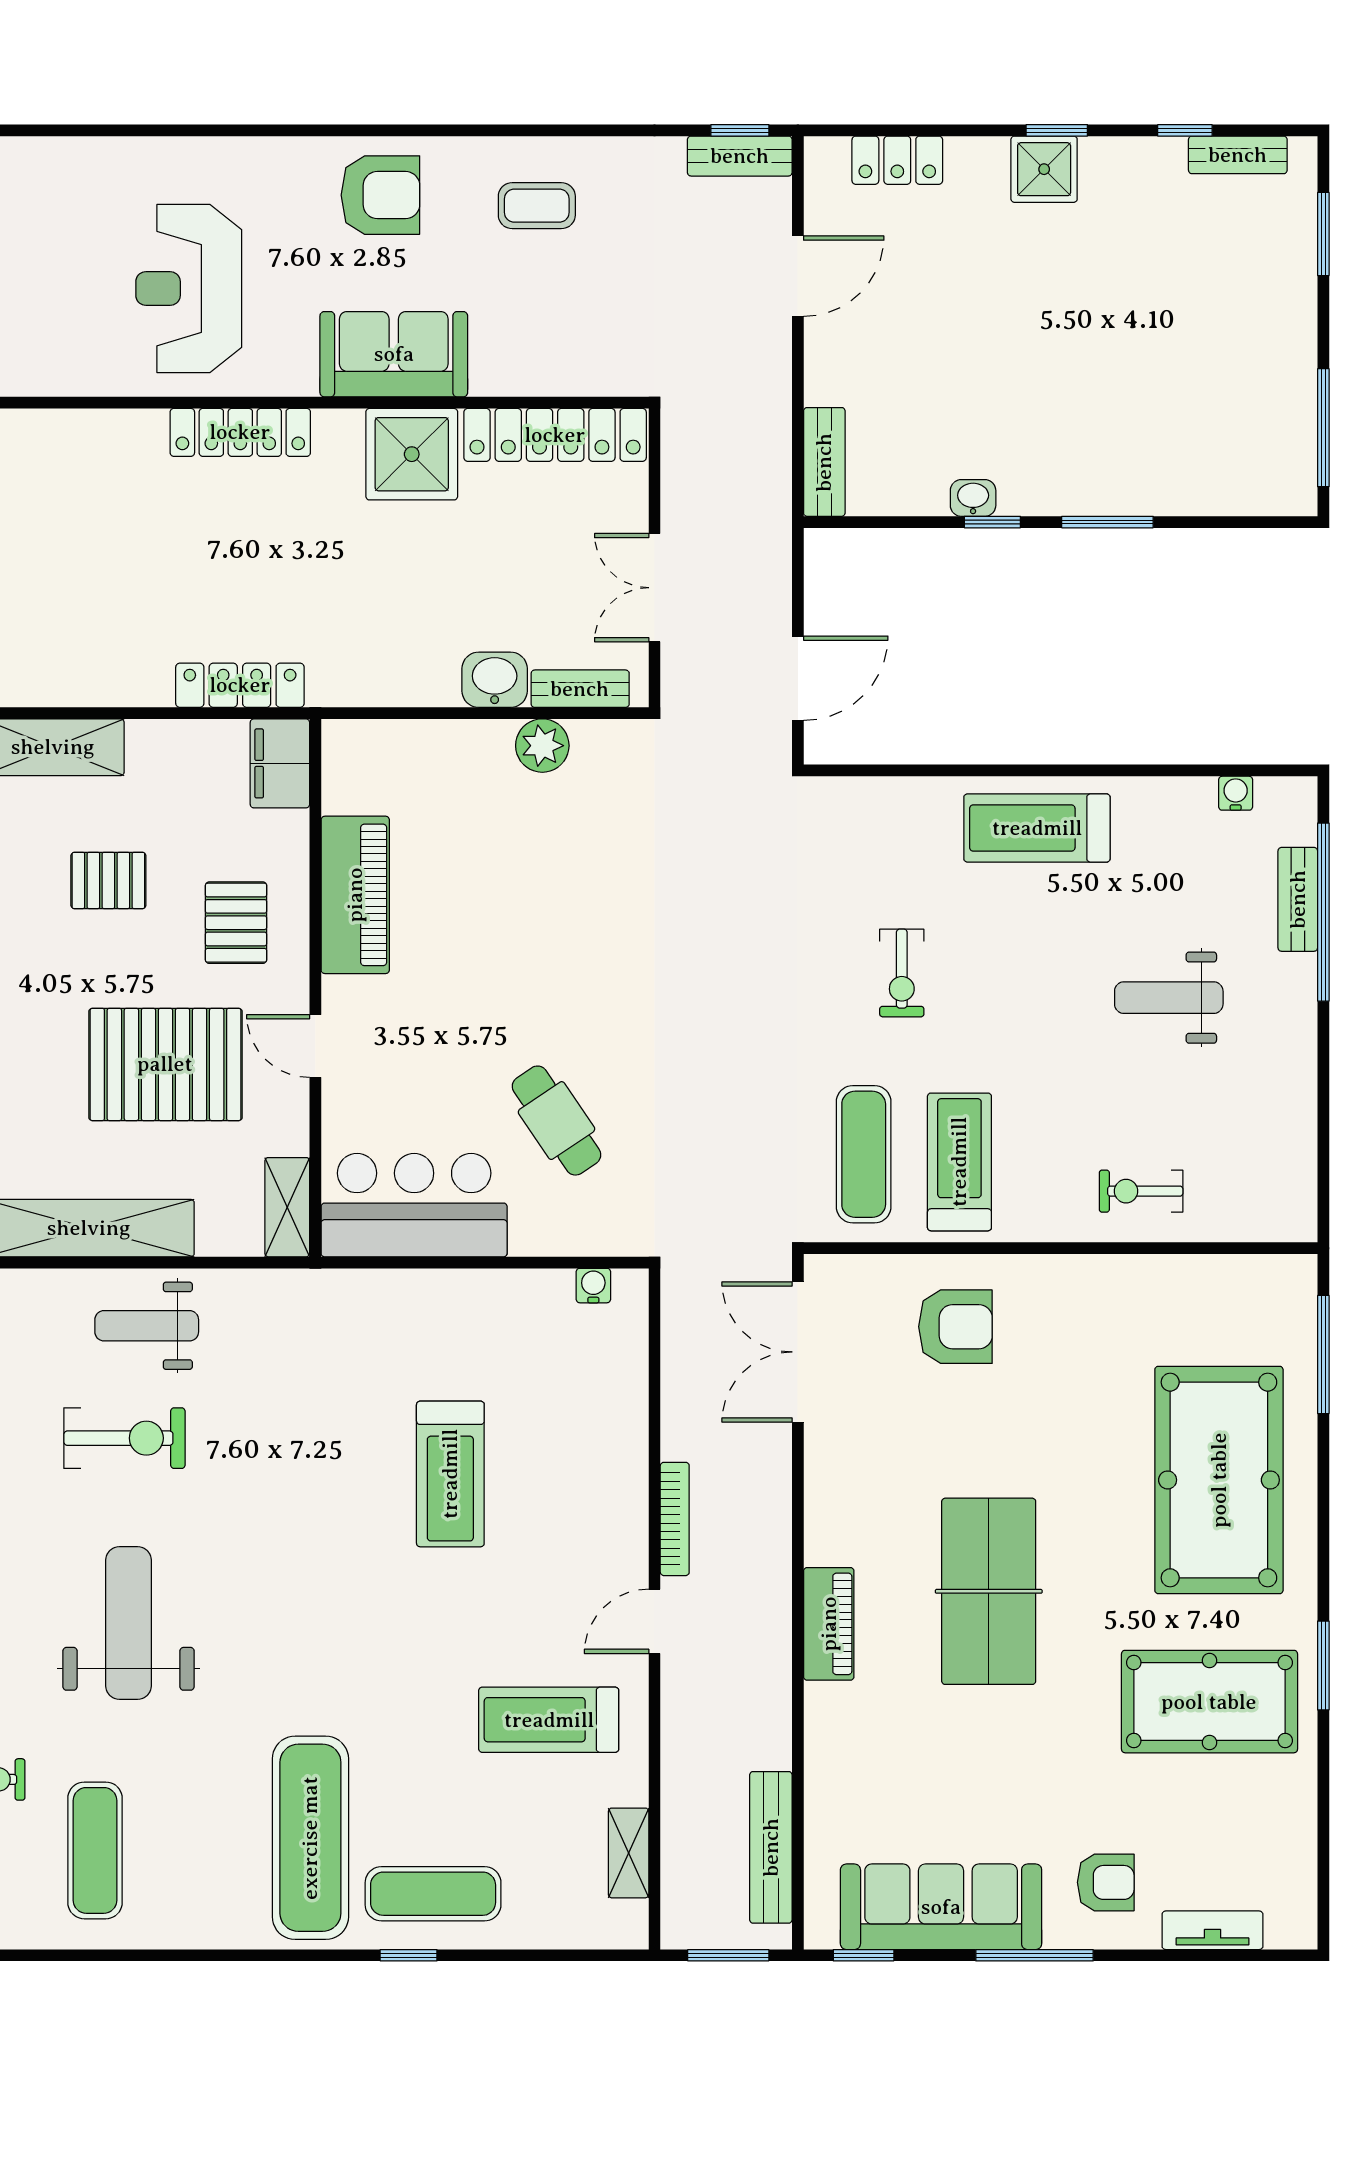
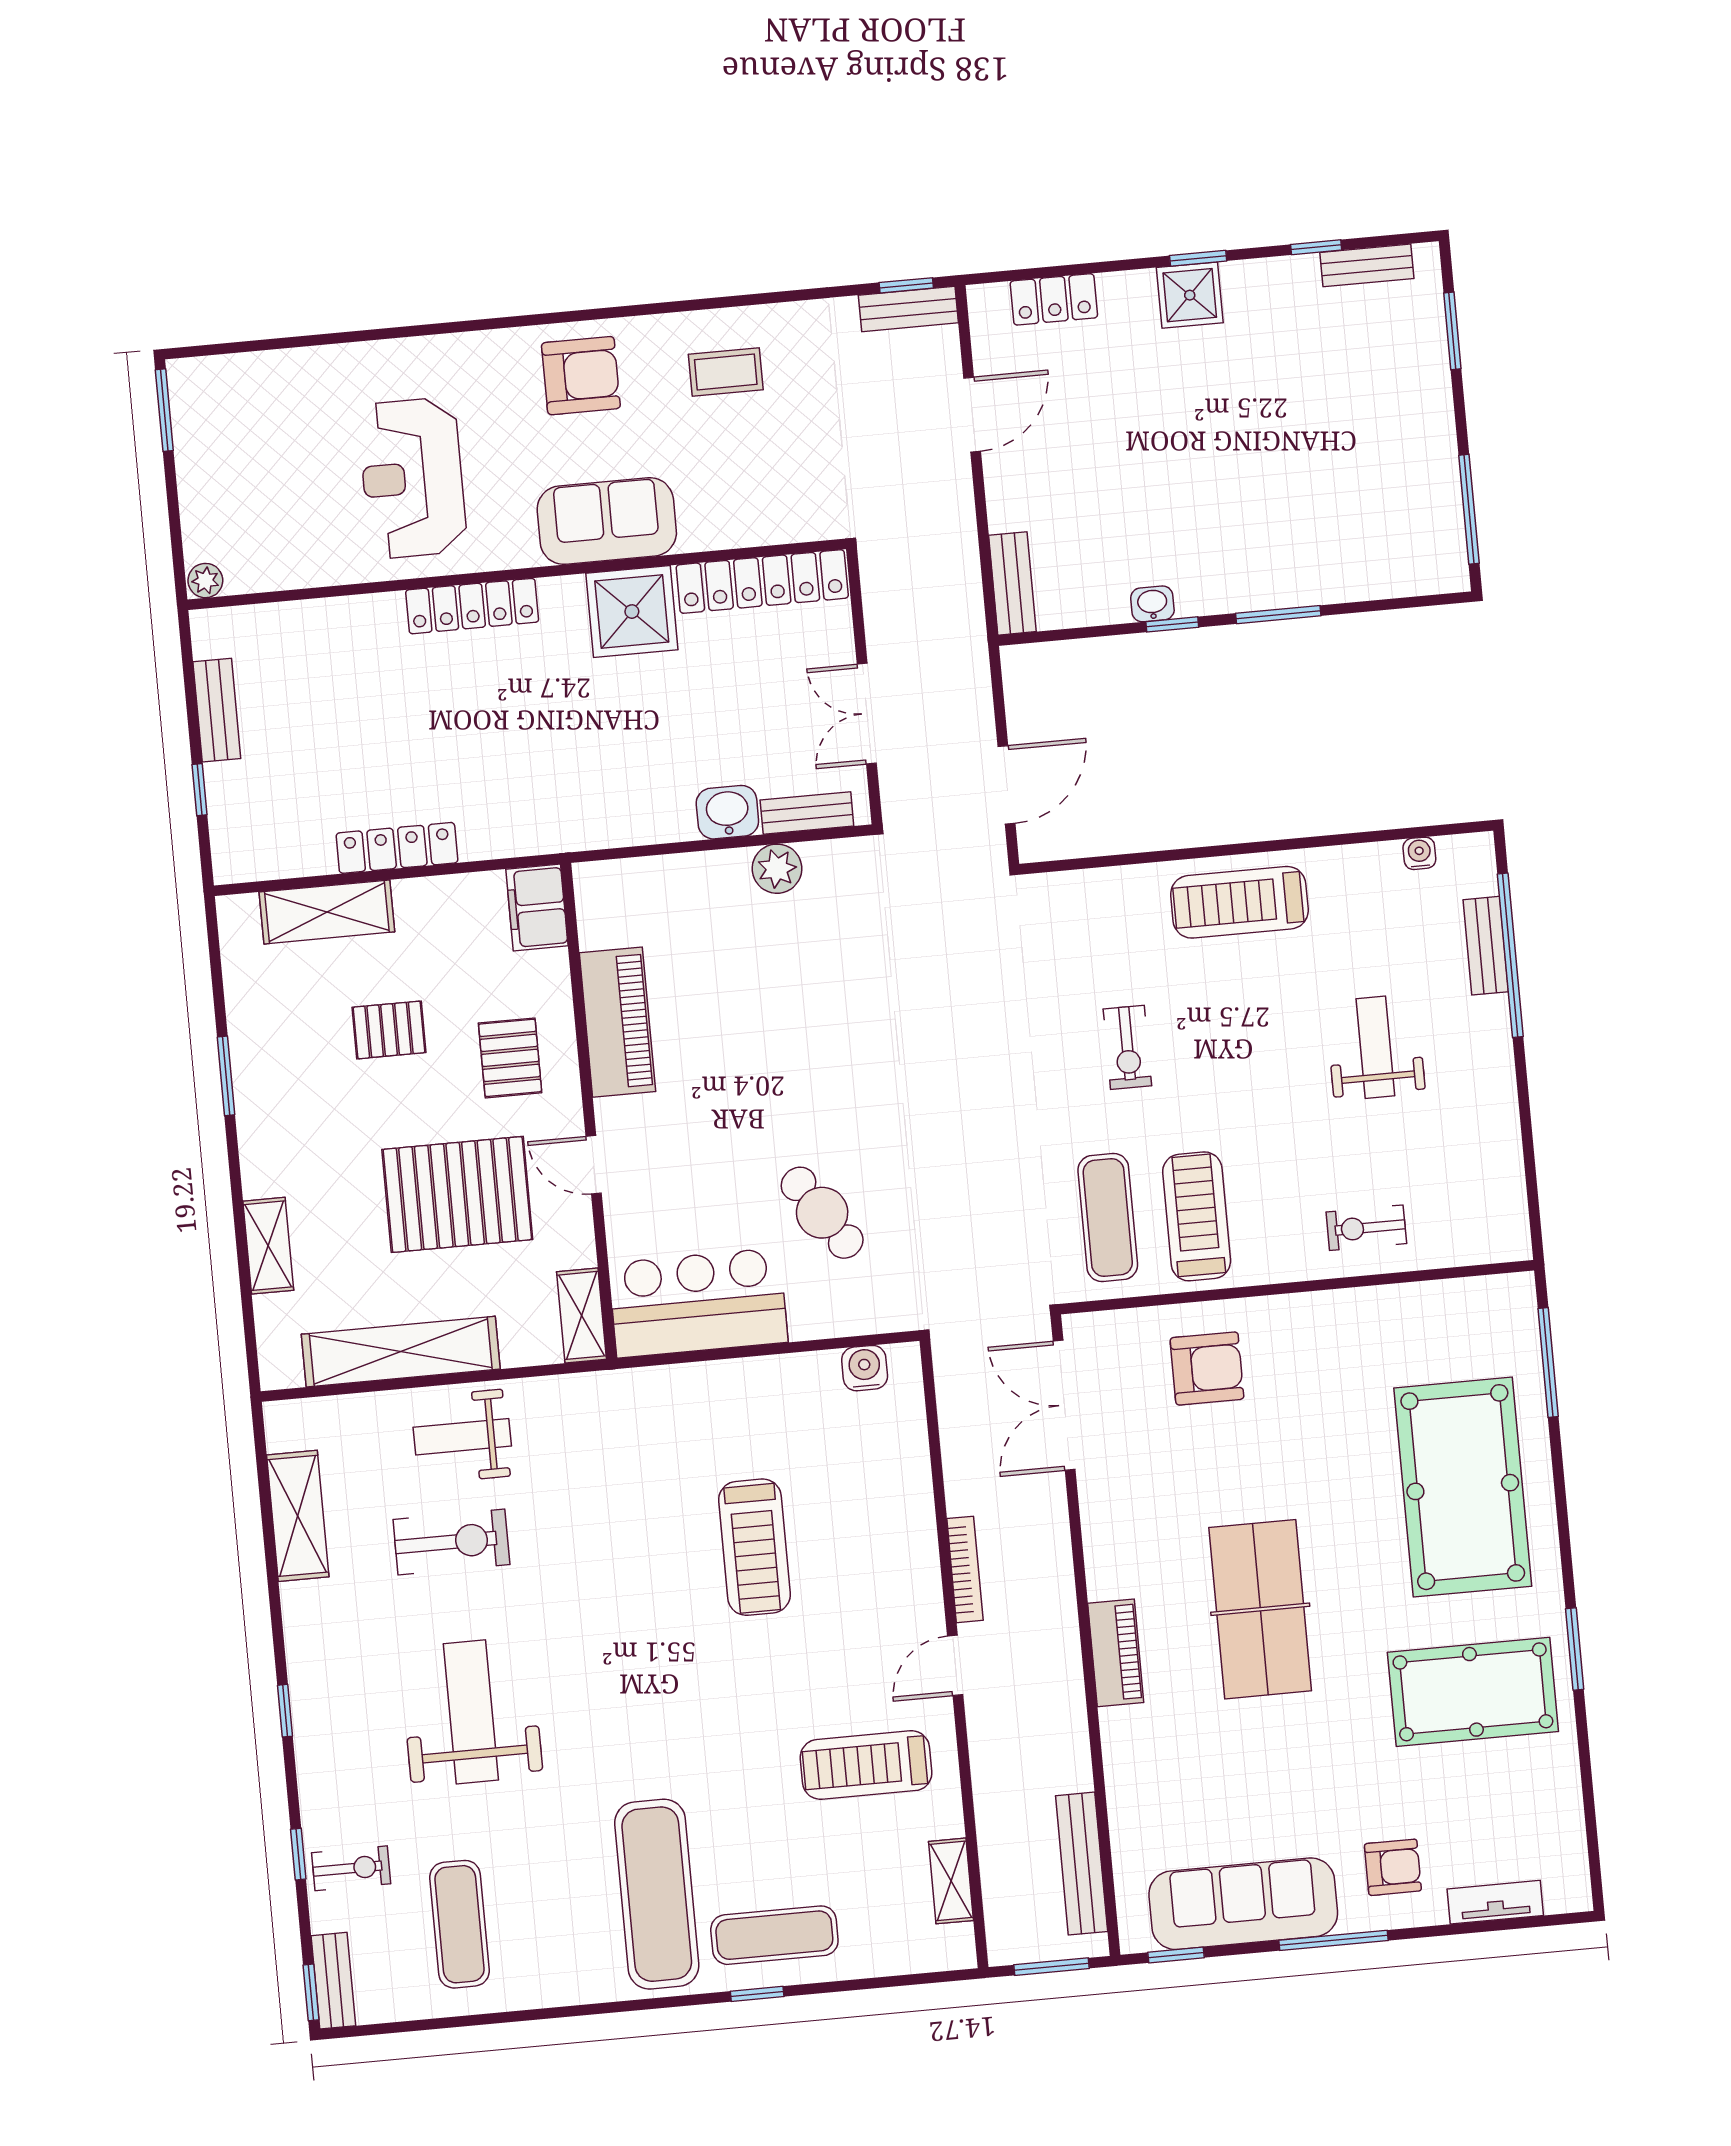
locker: (240, 685) -> (397, 848), moved
weight bench: (1169, 998) -> (1375, 1047), turned 90
water cooler: (593, 1286) -> (865, 1368), width x1.38, depth x1.38

